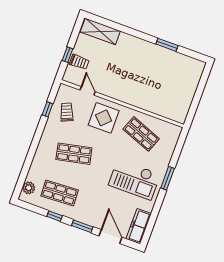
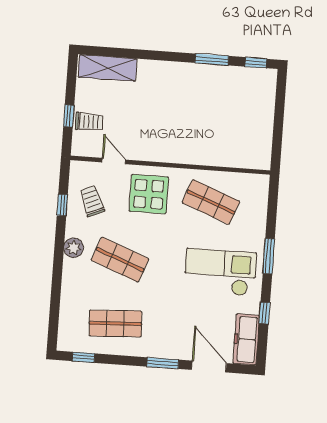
window: (194, 55) -> (256, 63), added
shop shelf: (74, 154) -> (120, 260), turned 33
checkout: (134, 180) -> (220, 272), turned 180
plant: (29, 188) -> (74, 248), moved
window: (155, 213) -> (265, 313), added
window: (55, 216) -> (83, 357), moved

